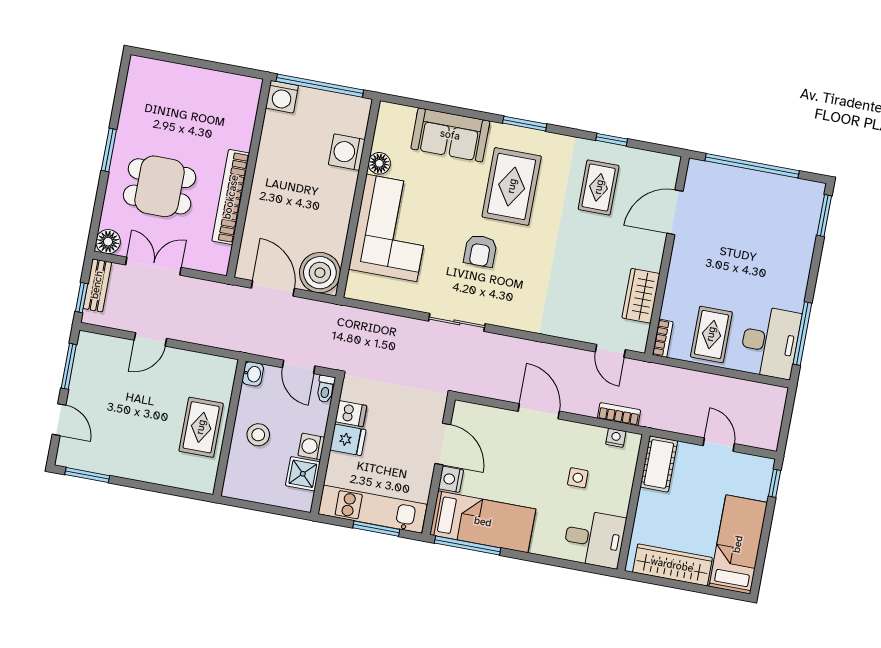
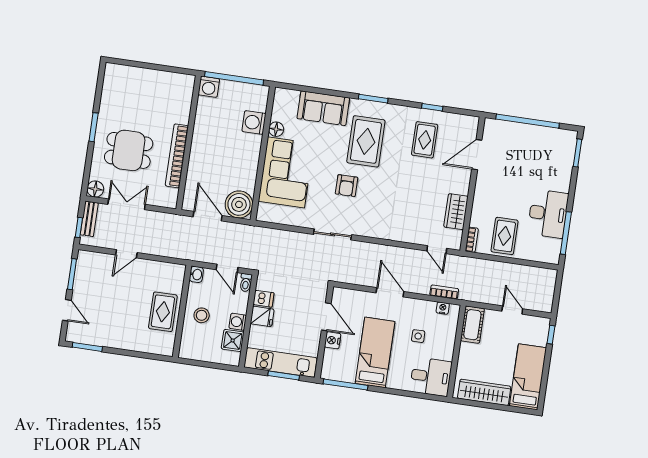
desk: (770, 342) -> (548, 214), moved
bed: (483, 522) -> (375, 352), moved, turned -90

